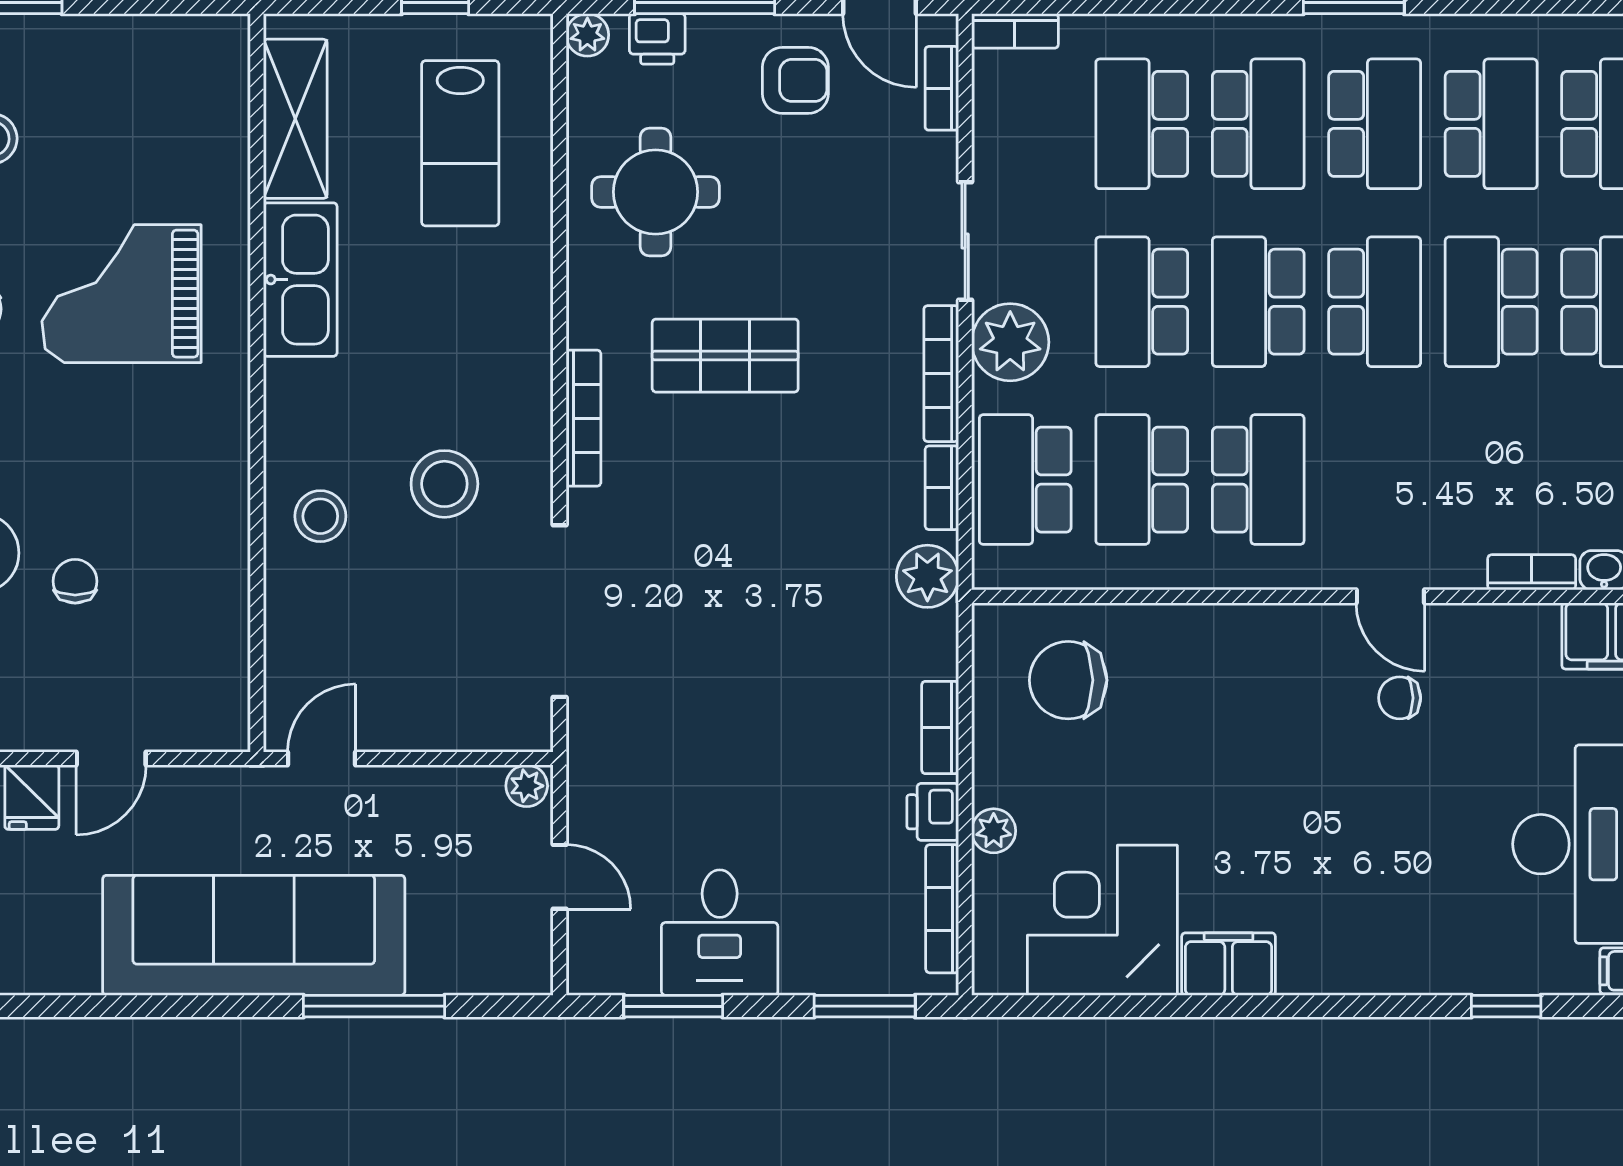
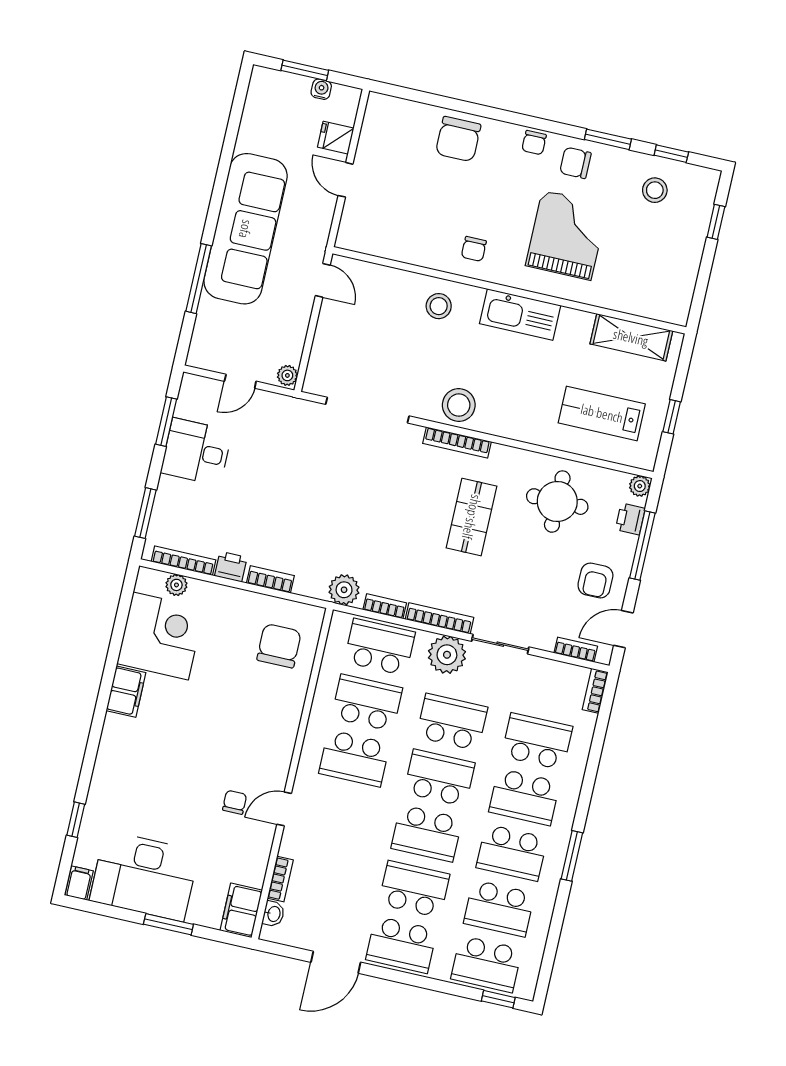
kitchen sink: (300, 280) -> (520, 314), moved
stool: (444, 484) -> (459, 405), moved
chair: (75, 581) -> (474, 249), moved, turned 90
plant: (994, 831) -> (176, 585), moved

